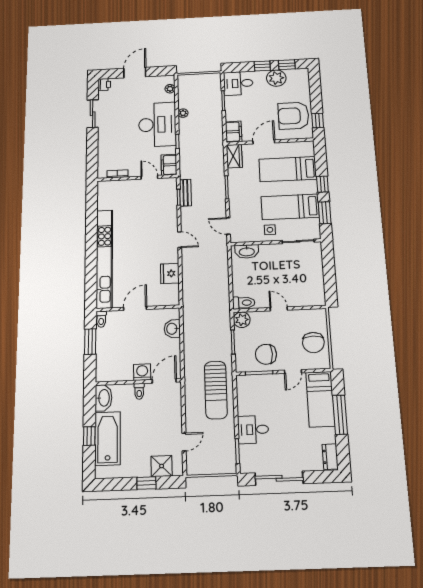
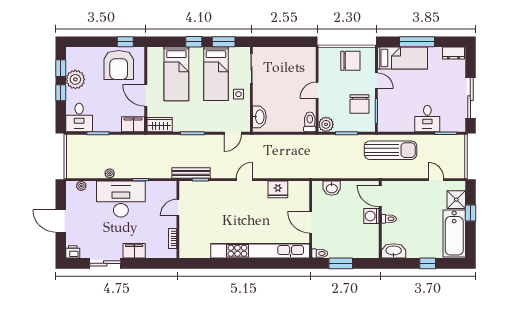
filing cabinet: (169, 165) -> (134, 251), moved, turned 180
bench: (185, 193) -> (191, 173), width x1.36
bathtub: (108, 439) -> (454, 233), moved, turned -90

